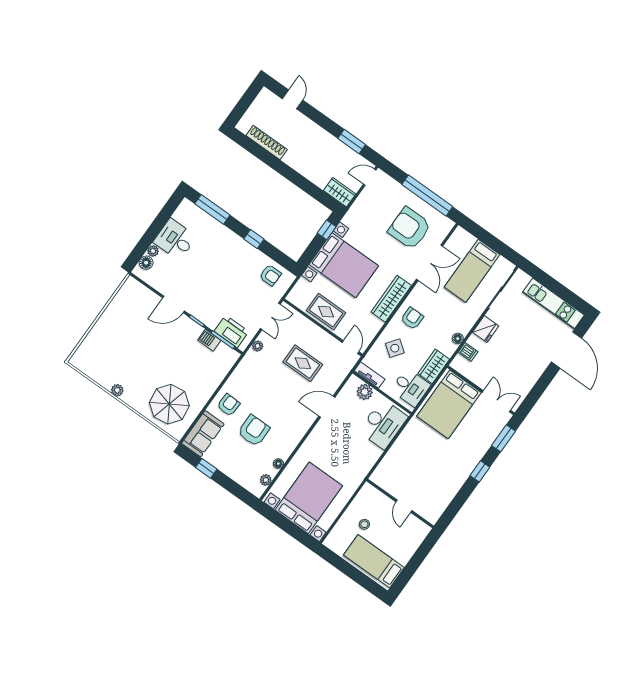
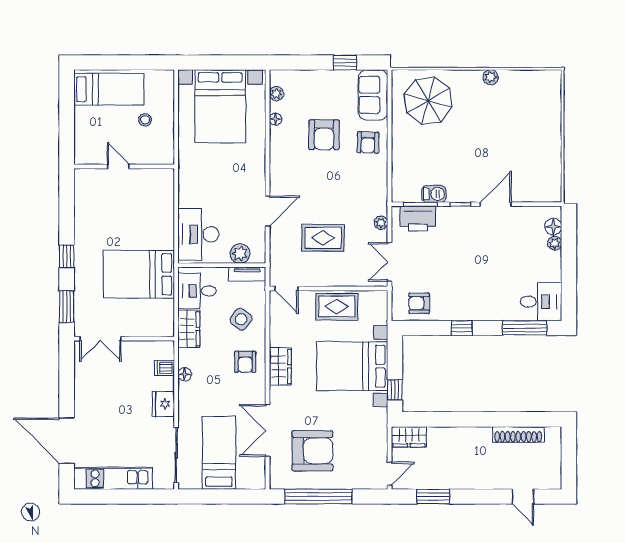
desk: (175, 239) -> (541, 302), moved
wardrobe: (391, 299) -> (280, 366), width x0.67
bed: (449, 404) -> (139, 274), moved, turned -90

